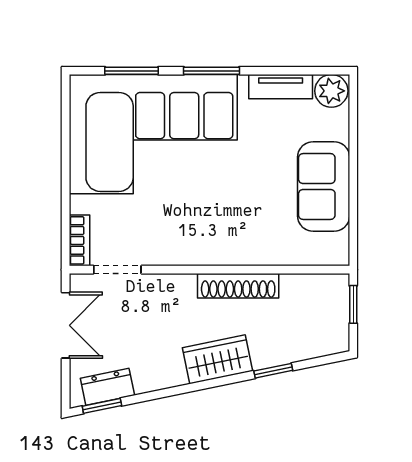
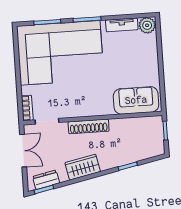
sofa: (324, 186) -> (136, 100), moved, turned 90
shoe rack: (238, 286) -> (89, 126), moved
wardrobe: (218, 359) -> (83, 167), moved

